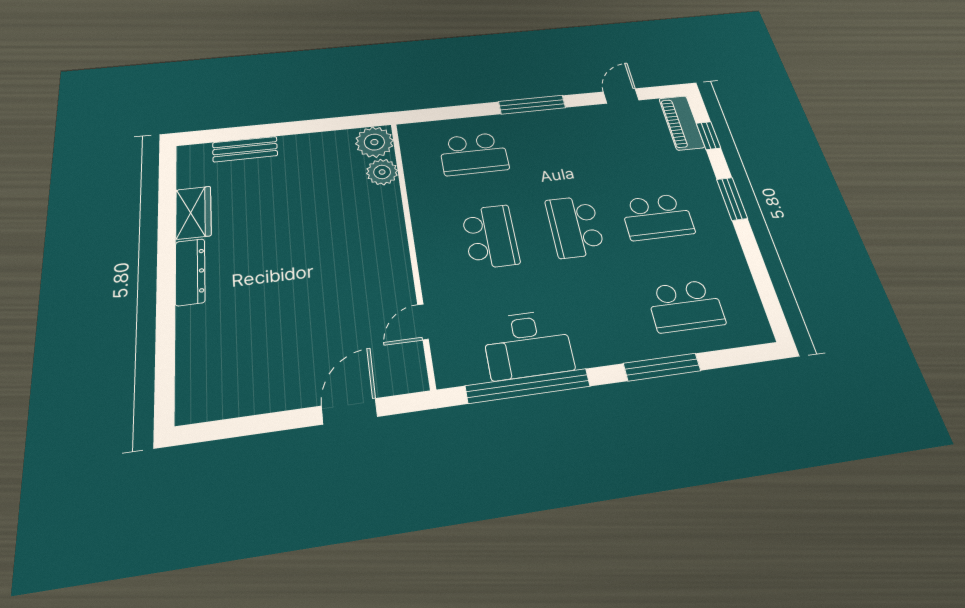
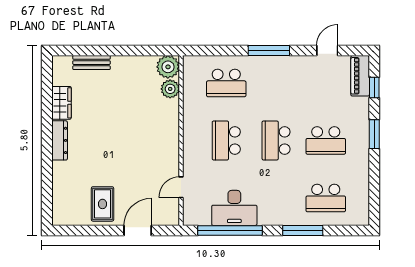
school desk: (490, 237) -> (226, 140), turned 180
rug: (276, 371) -> (103, 204), added

